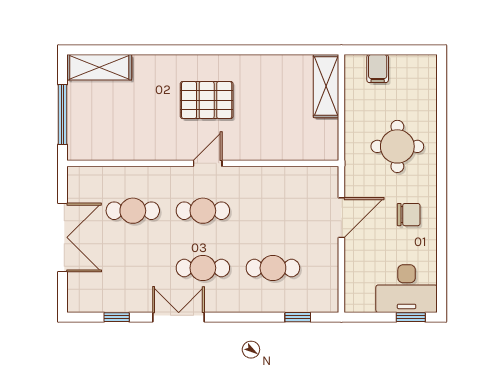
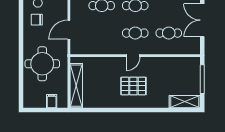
shelving: (326, 86) -> (76, 86), width x1.47
round table: (397, 146) -> (42, 64), width x1.36, depth x1.36
chair: (409, 215) -> (37, 20), moved

